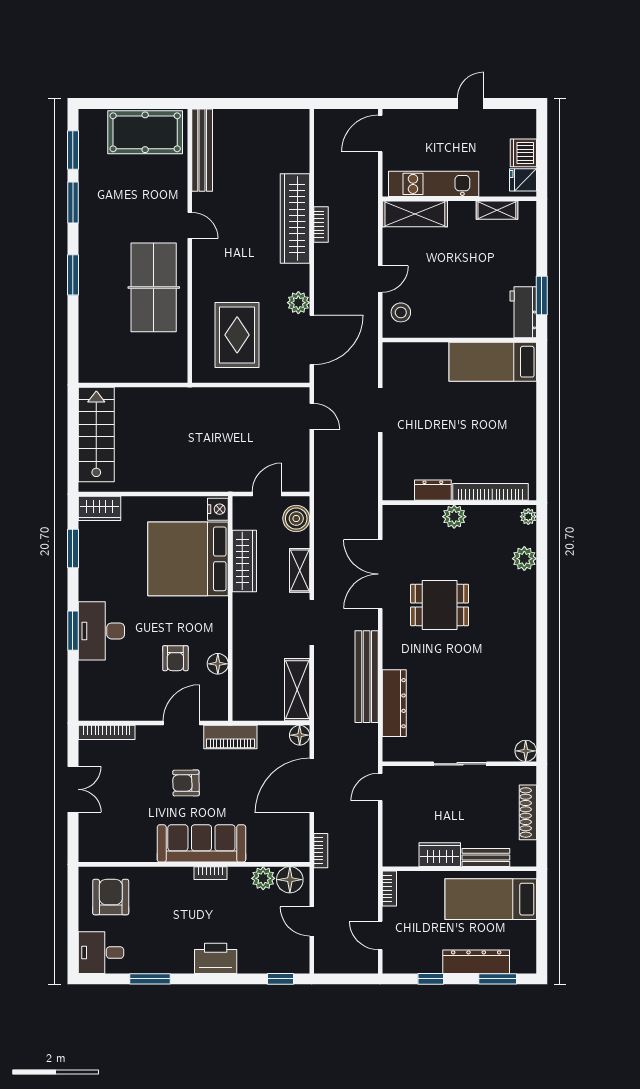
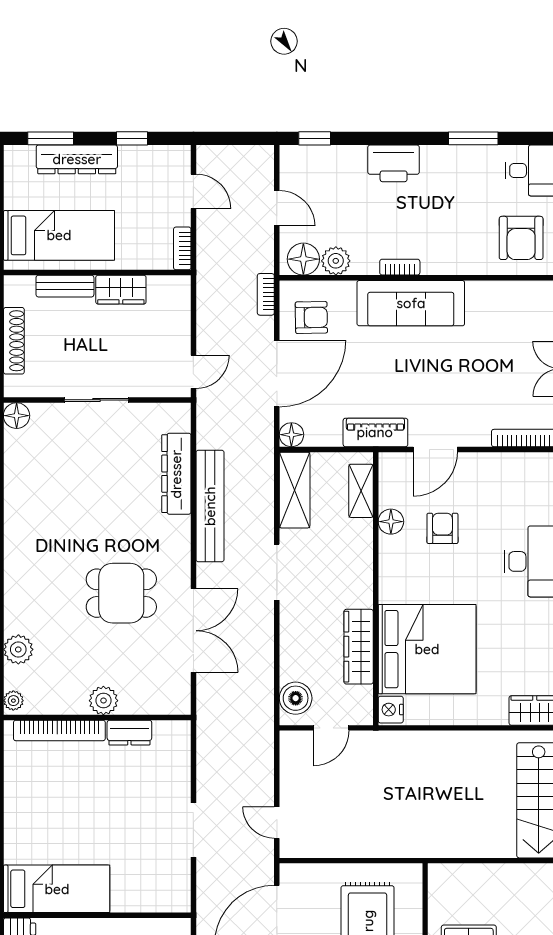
shelving: (300, 570) -> (361, 491), moved
armchair: (186, 783) -> (311, 318), moved

